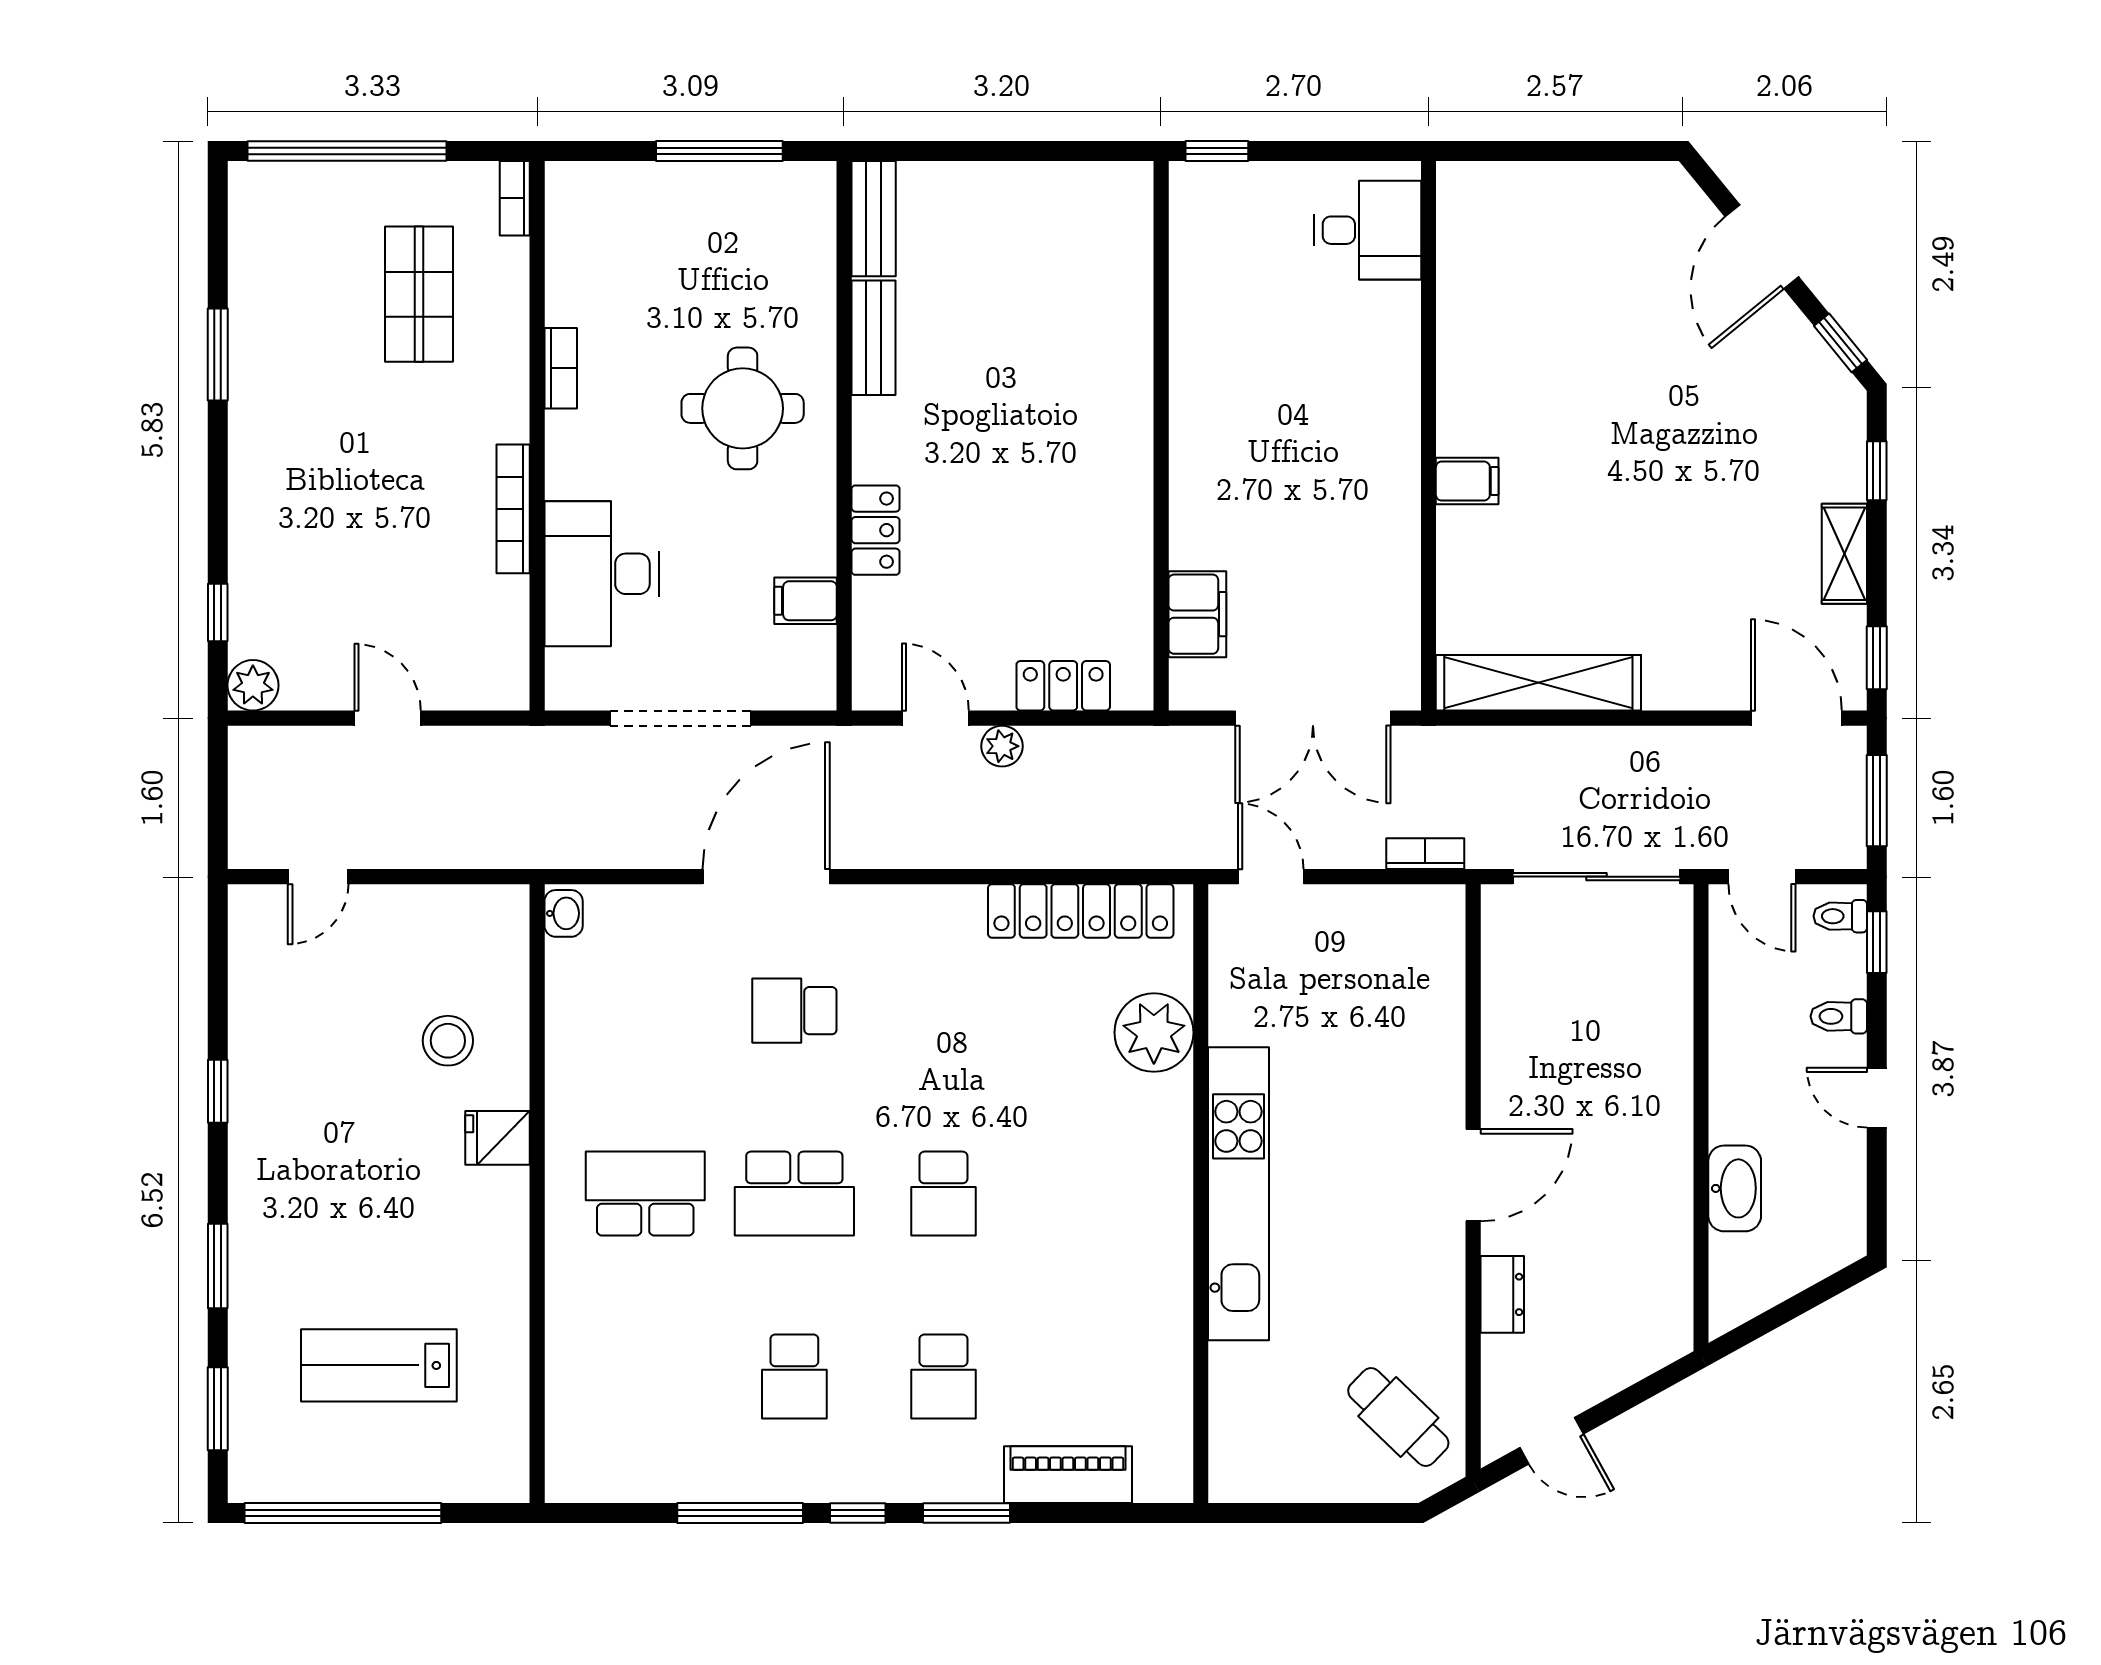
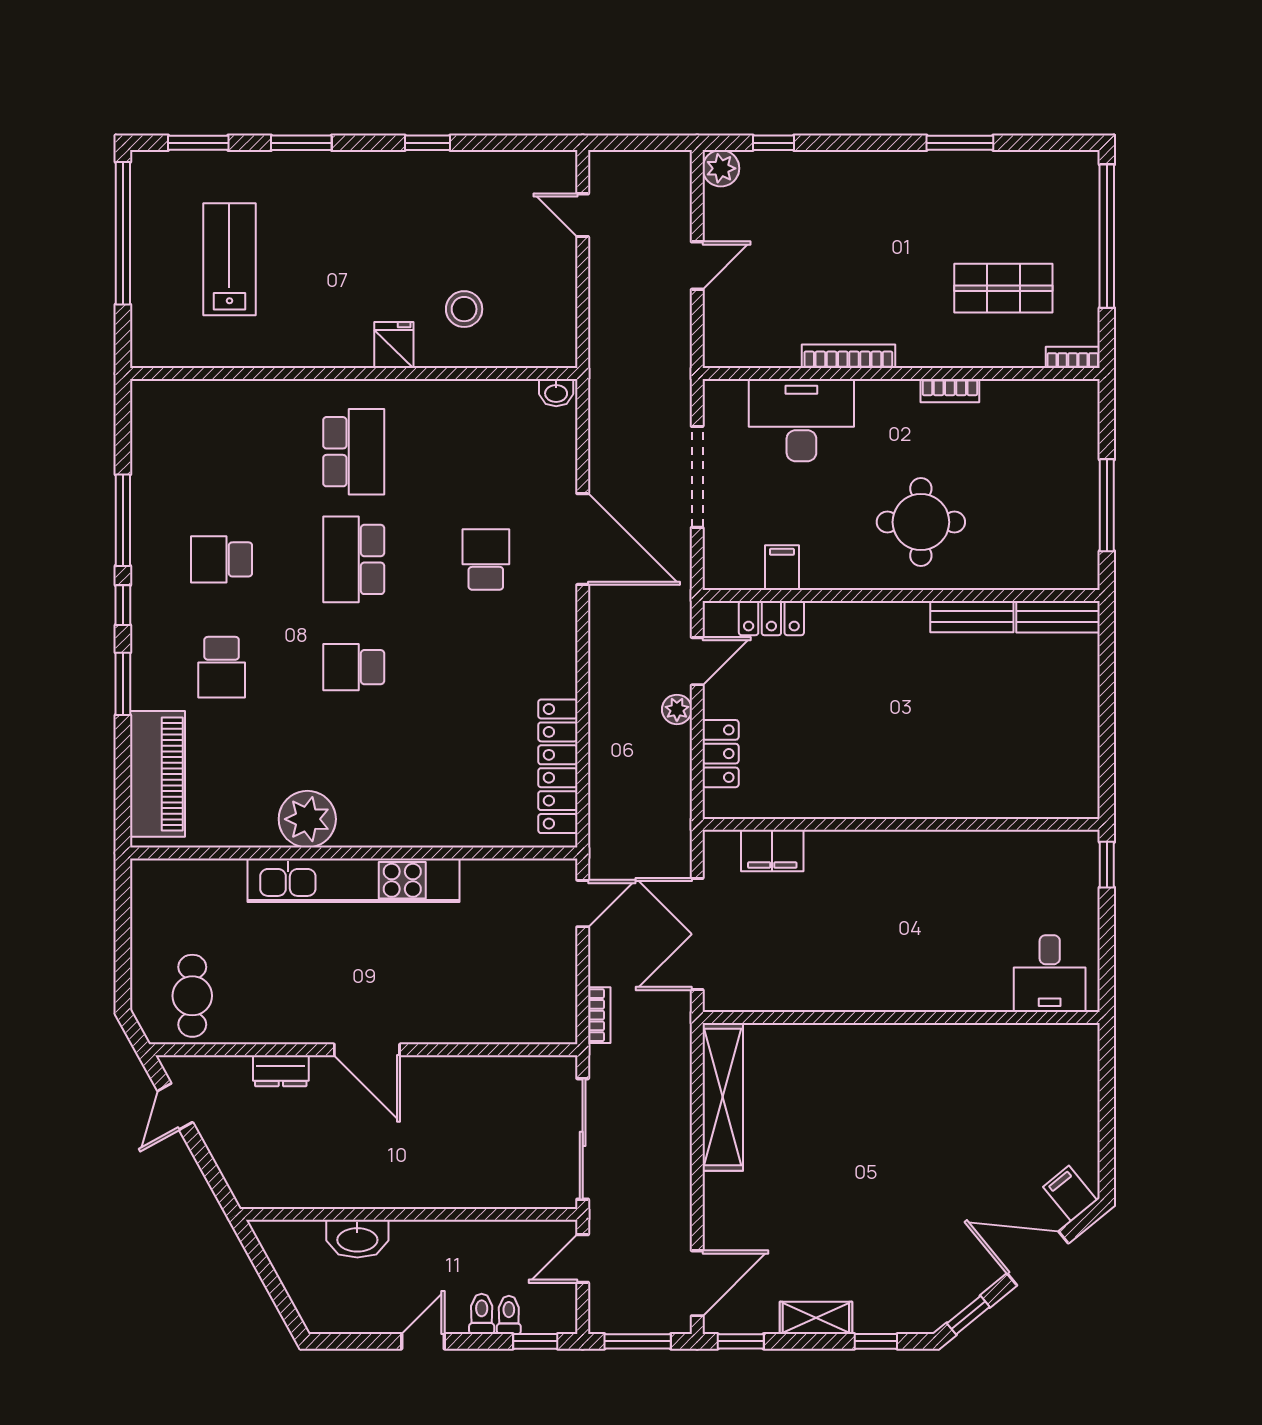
filing cabinet: (1467, 481) -> (1070, 1194), moved, turned 141
locker: (876, 530) -> (771, 618), moved
toilet: (1840, 916) -> (509, 1315), moved
plant: (1154, 1033) -> (307, 819), moved
school desk: (943, 1376) -> (222, 667), turned -90
cafe table: (1398, 1417) -> (192, 996), turned -44
piano: (1068, 1475) -> (157, 774), width x1.37, depth x1.33

